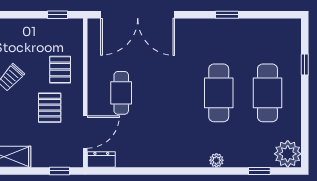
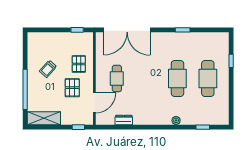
plant: (288, 154) -> (220, 116), removed
dresser: (101, 160) -> (124, 120), moved

